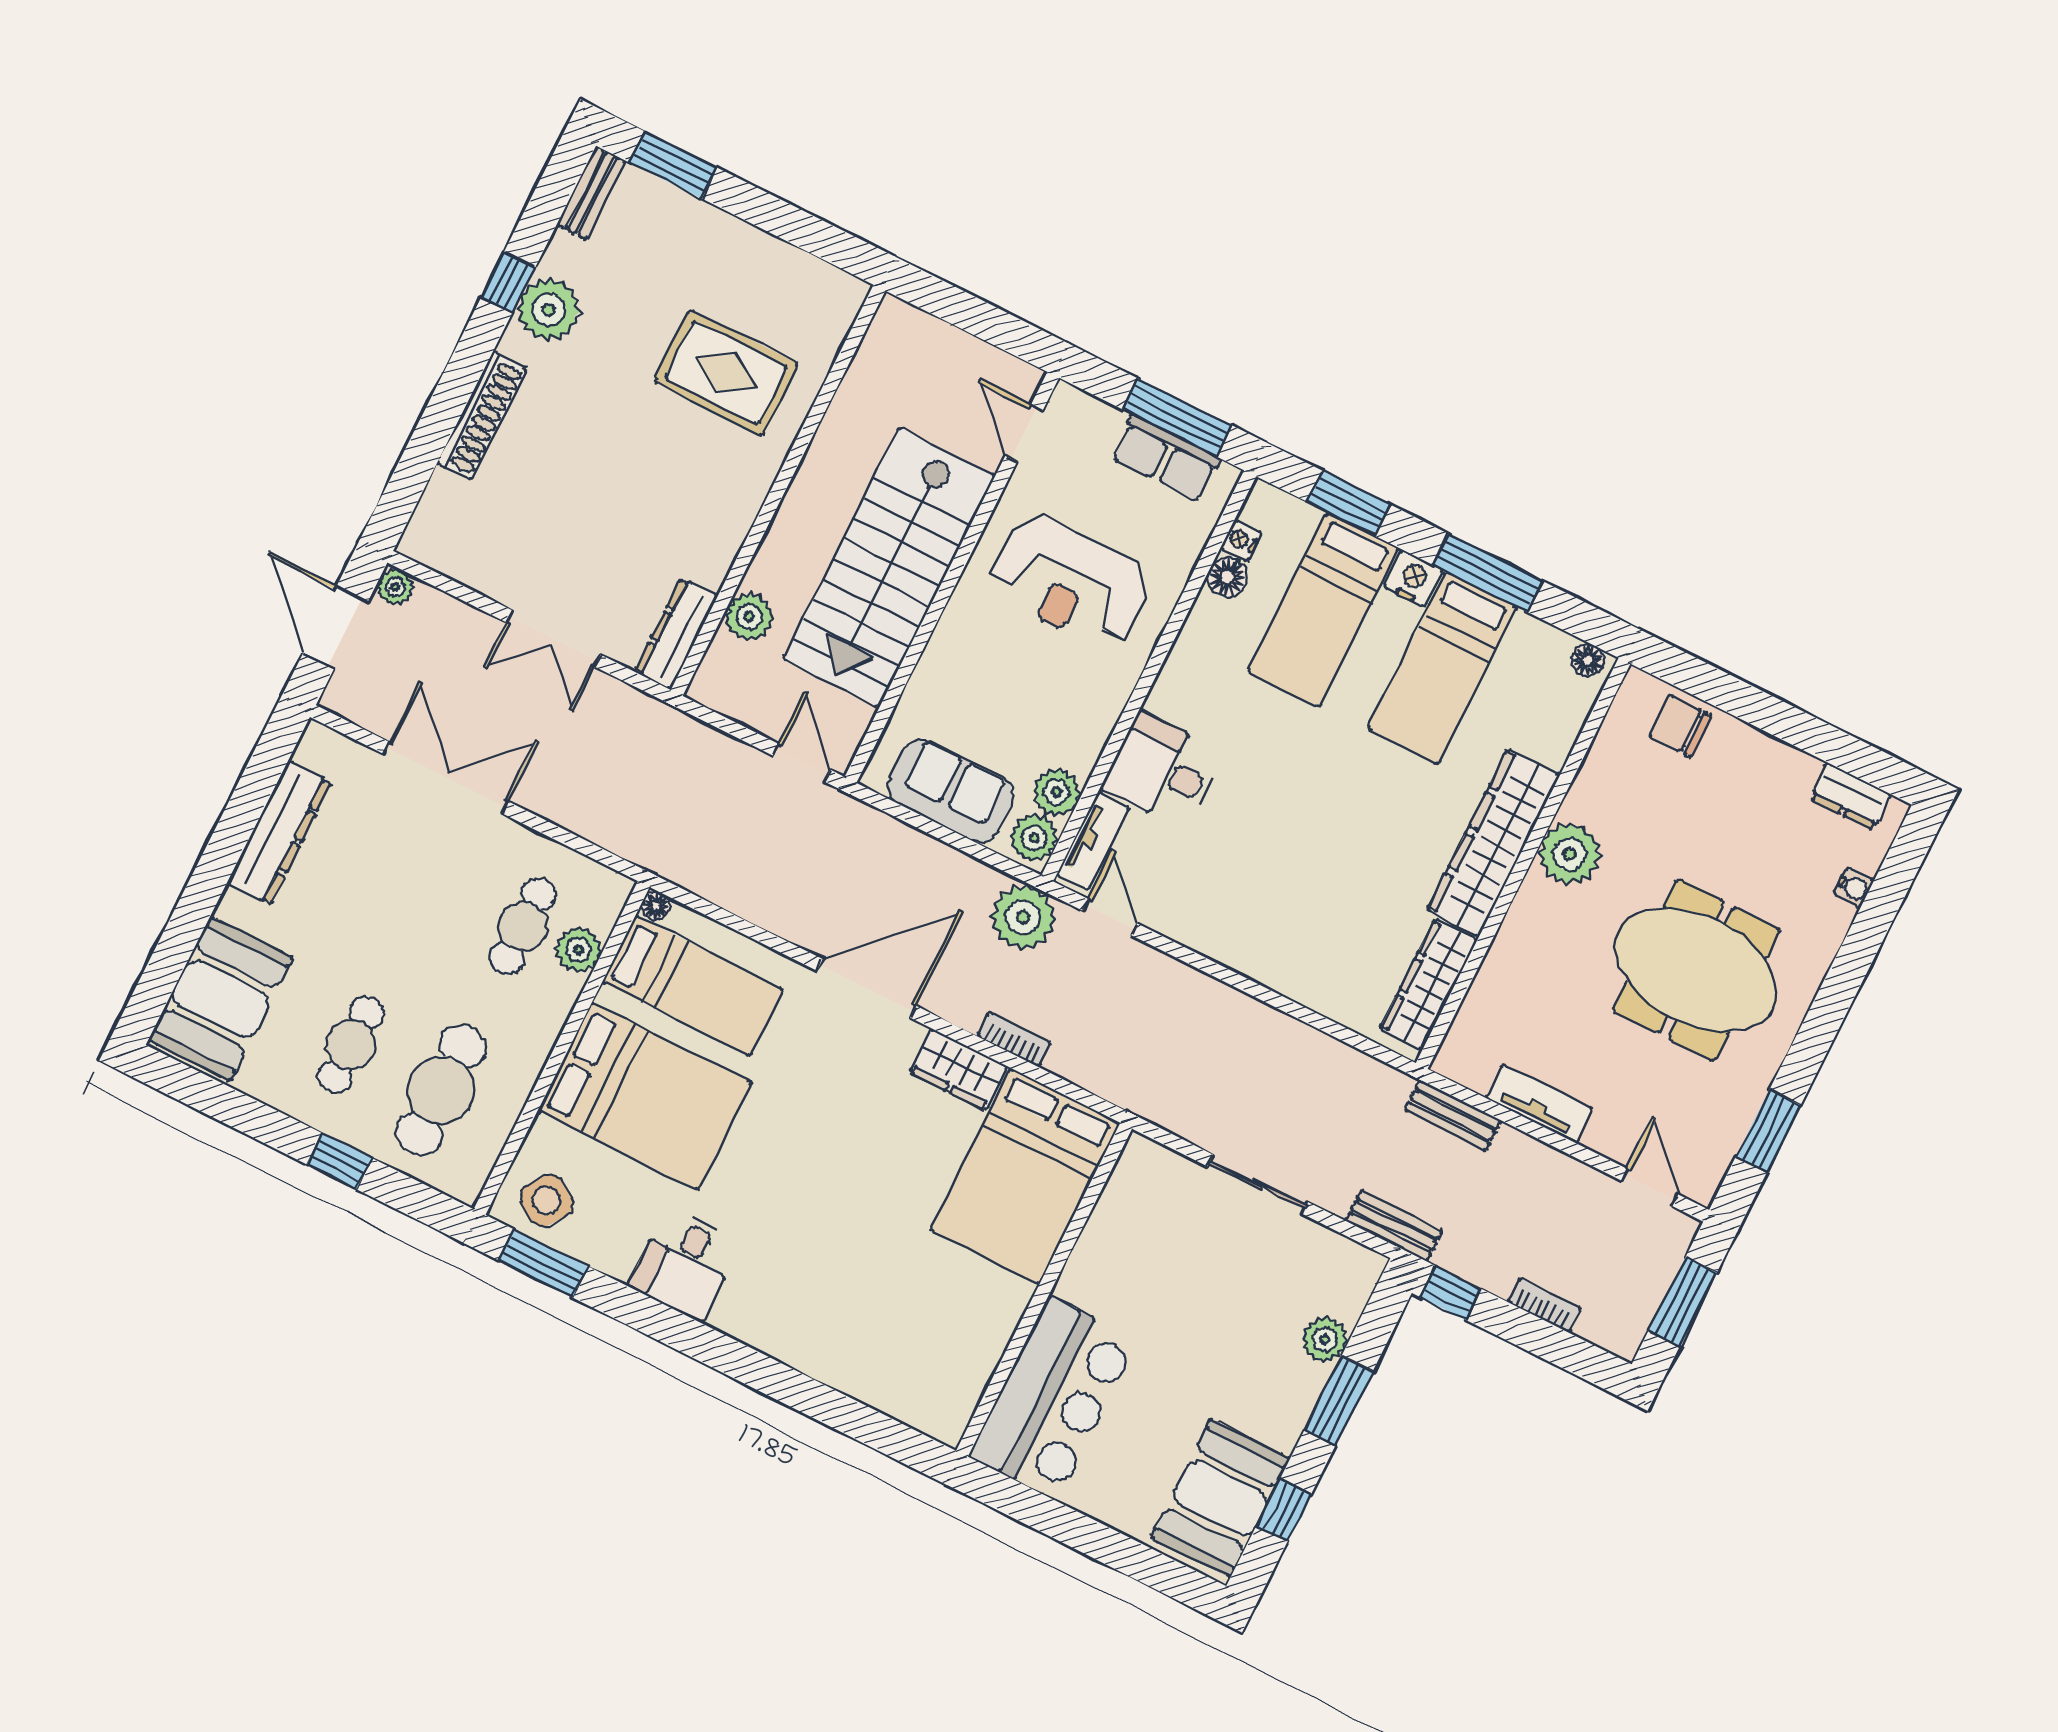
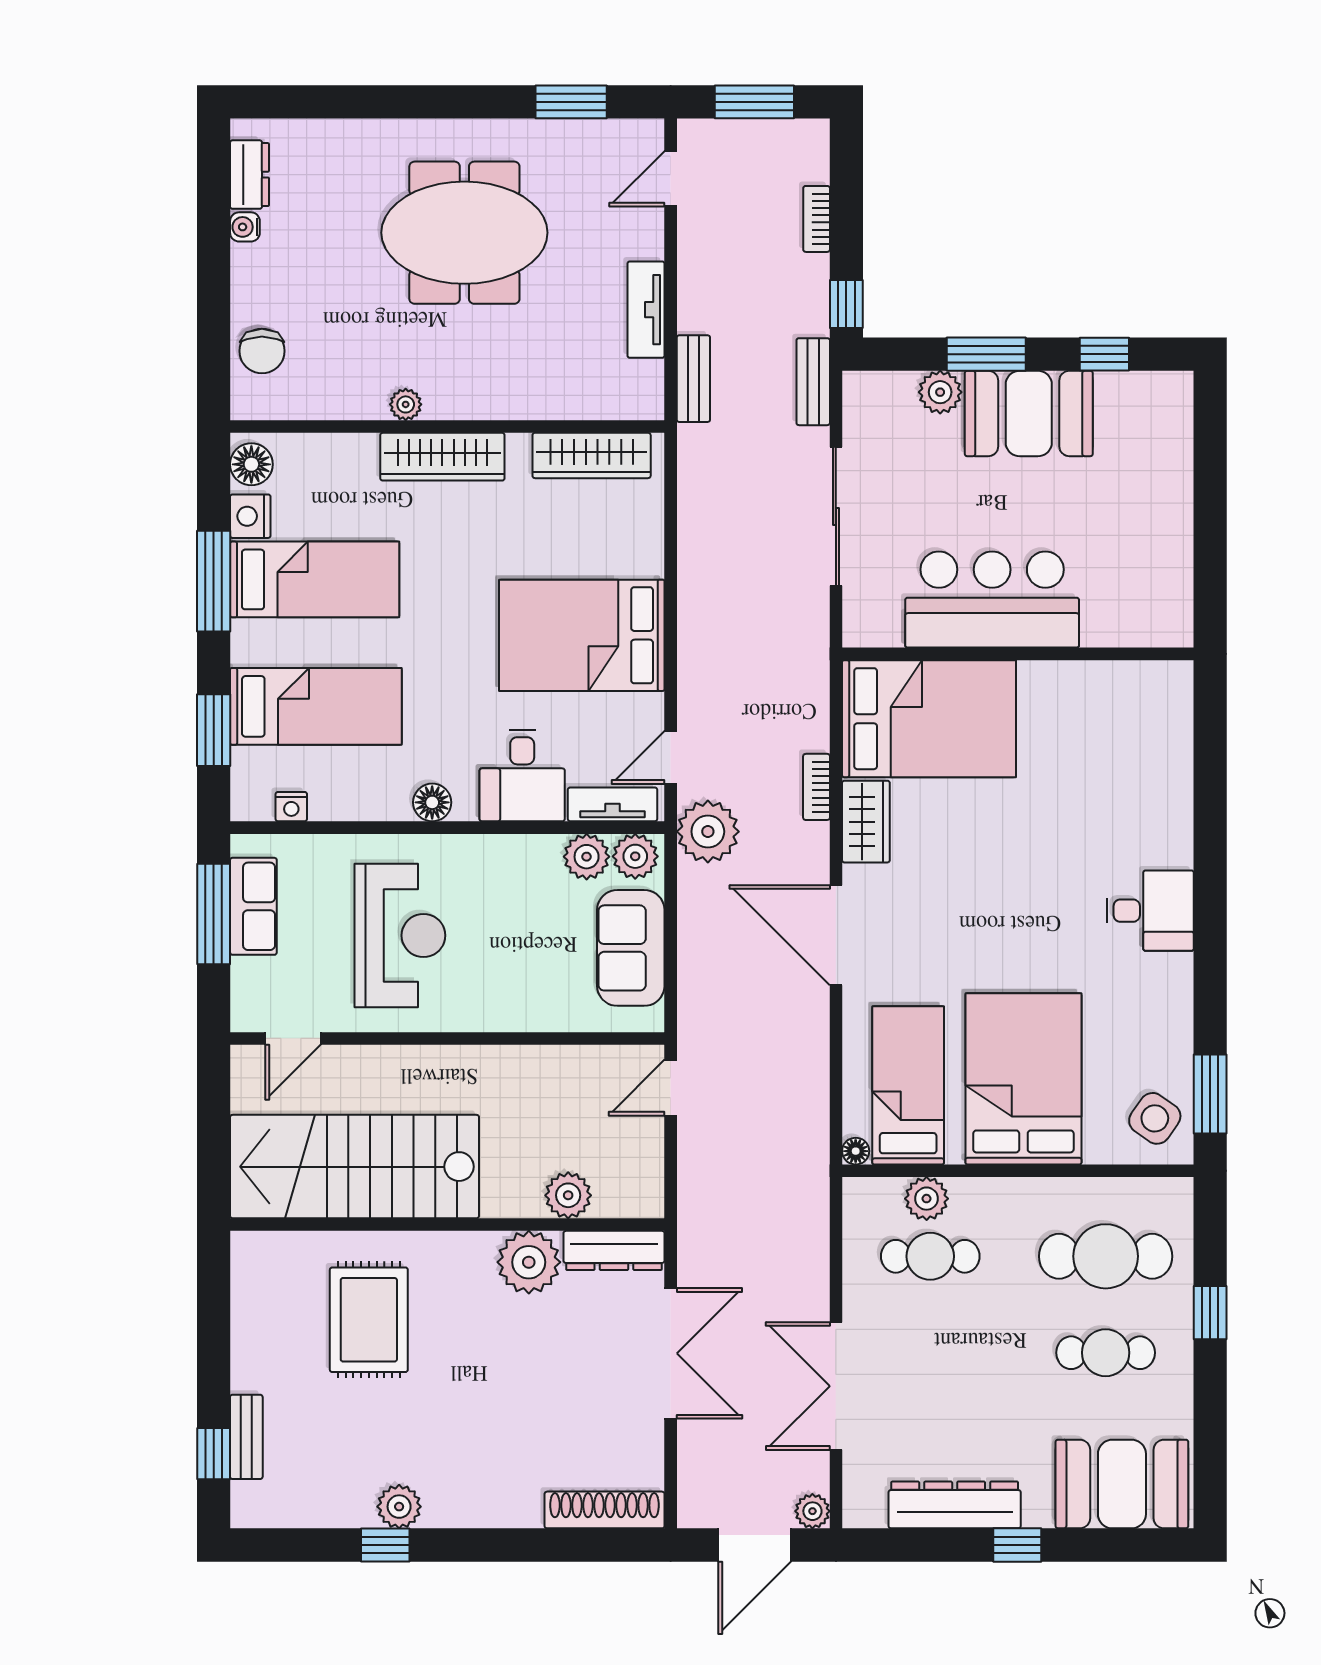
window: (674, 165) -> (214, 1454), width x0.67
bench: (591, 193) -> (246, 1437), moved, turned 90
plant: (549, 310) -> (399, 1507), width x0.73, depth x0.73
shoe rack: (482, 416) -> (605, 1510), moved
plant: (705, 549) -> (529, 1262), added
stairs: (889, 567) -> (355, 1167), moved, turned 180
floor lamp: (1227, 577) -> (432, 802), moved
nightstand: (1413, 578) -> (250, 516), moved
plant: (395, 587) -> (812, 1511), moved
double door: (554, 639) -> (671, 1353), width x1.37
floor lamp: (1587, 660) -> (251, 464), width x1.37, depth x1.37
wardrobe: (1493, 843) -> (442, 457), width x0.71, depth x0.85
plant: (1570, 854) -> (406, 404), width x0.53, depth x0.53
window: (213, 873) -> (1017, 1545), added
water cooler: (1854, 887) -> (245, 227), moved, turned -90
bed: (1265, 891) -> (582, 635), added
meeting table: (1696, 970) -> (464, 233), turned 90
sliding door: (1257, 1184) -> (836, 516), width x1.37
desk: (685, 1264) -> (1150, 911), moved
bar counter: (1053, 1398) -> (992, 599), moved
booth: (1220, 1498) -> (1029, 413), moved

